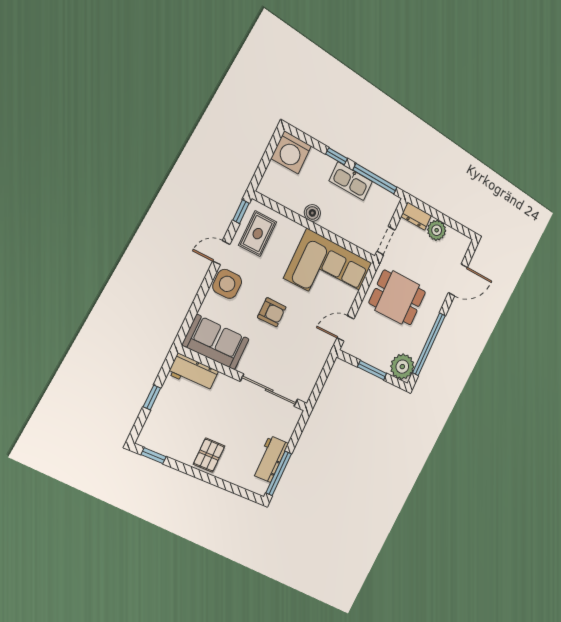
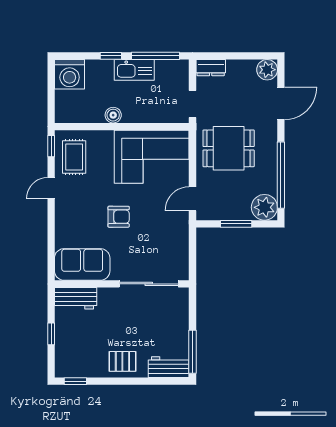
plant: (437, 230) -> (267, 70), moved
side table: (227, 284) -> (68, 212), removed
pallet: (209, 455) -> (122, 361), turned 90
workbench: (270, 459) -> (169, 367), moved, turned 90

